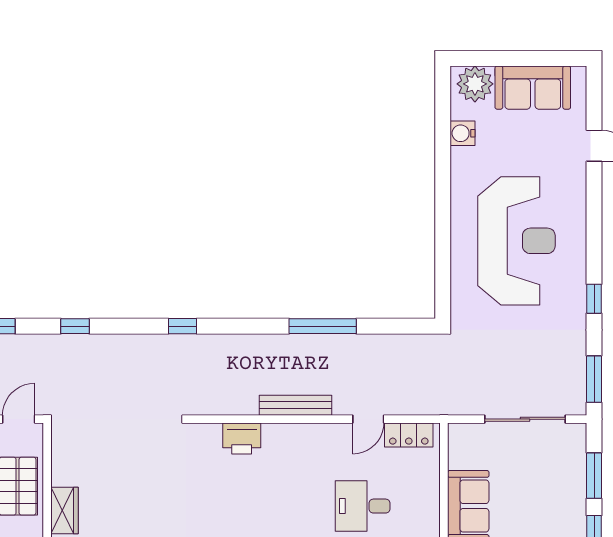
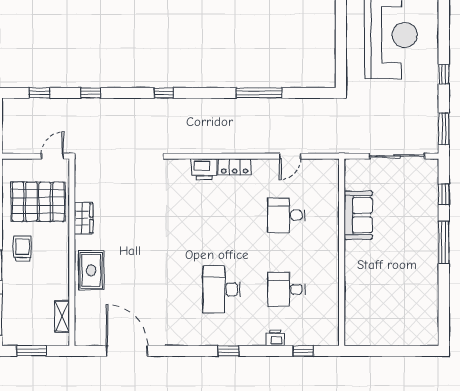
bench: (295, 405) -> (241, 147), removed
locker: (409, 435) -> (235, 167), moved
window: (594, 476) -> (444, 194), width x0.67

